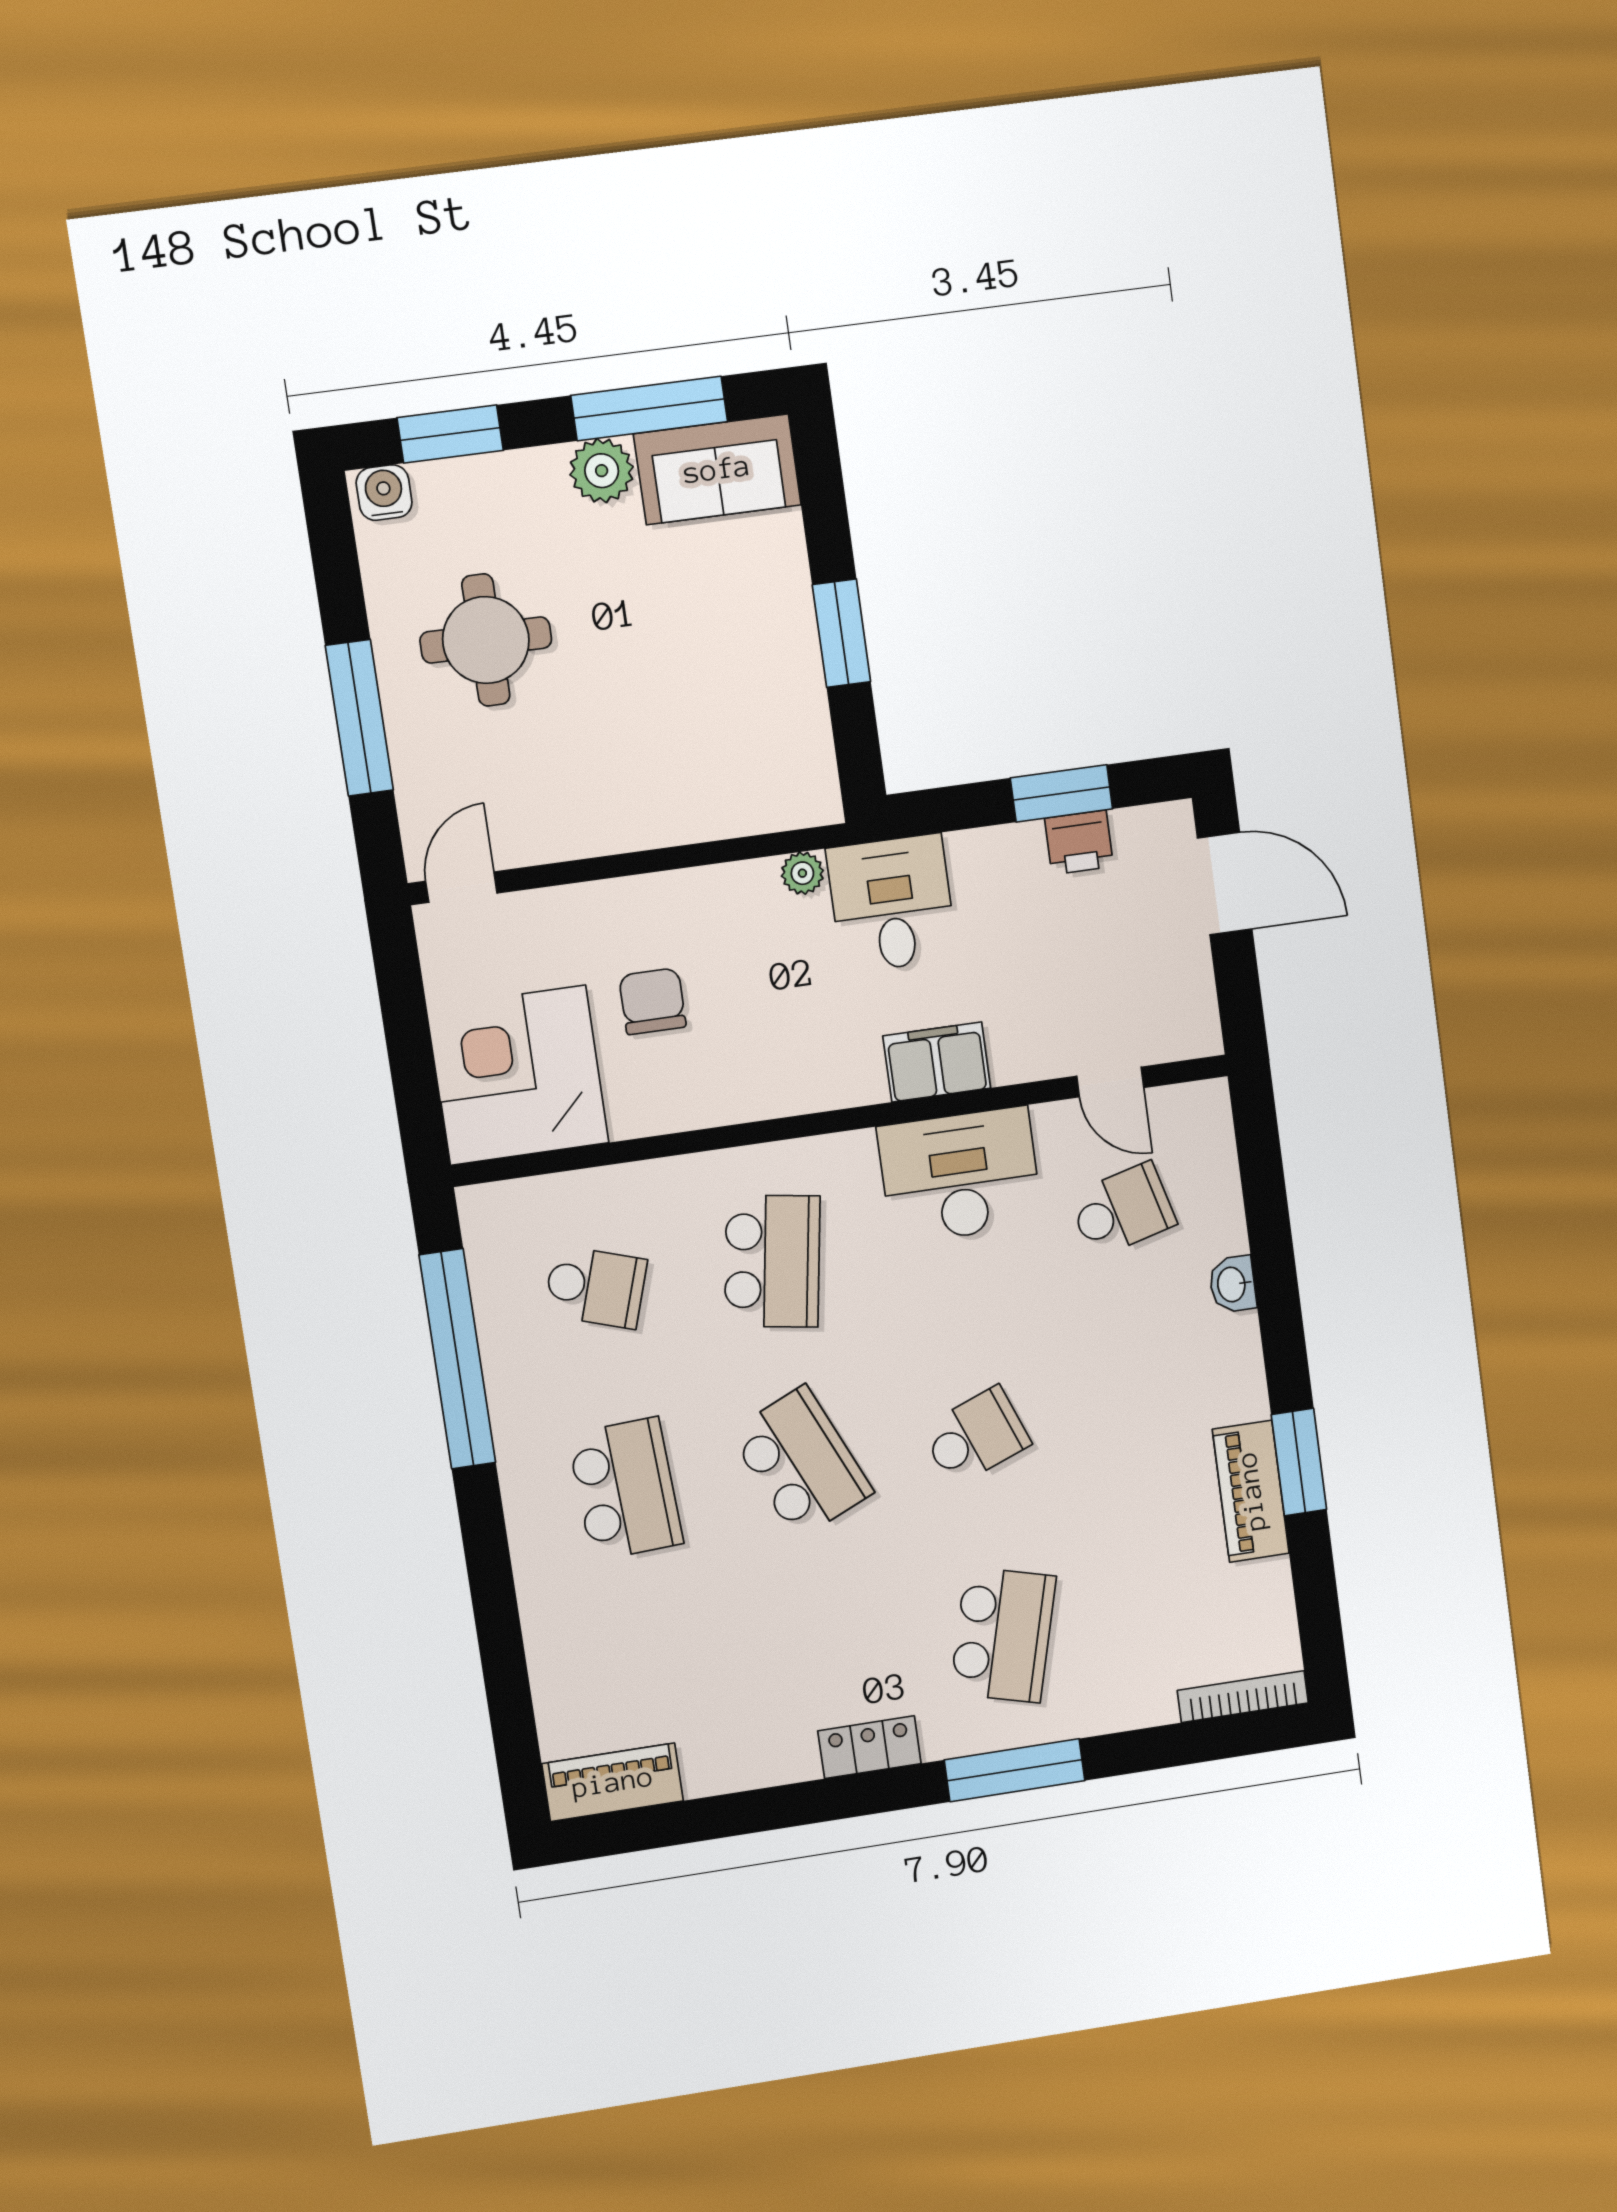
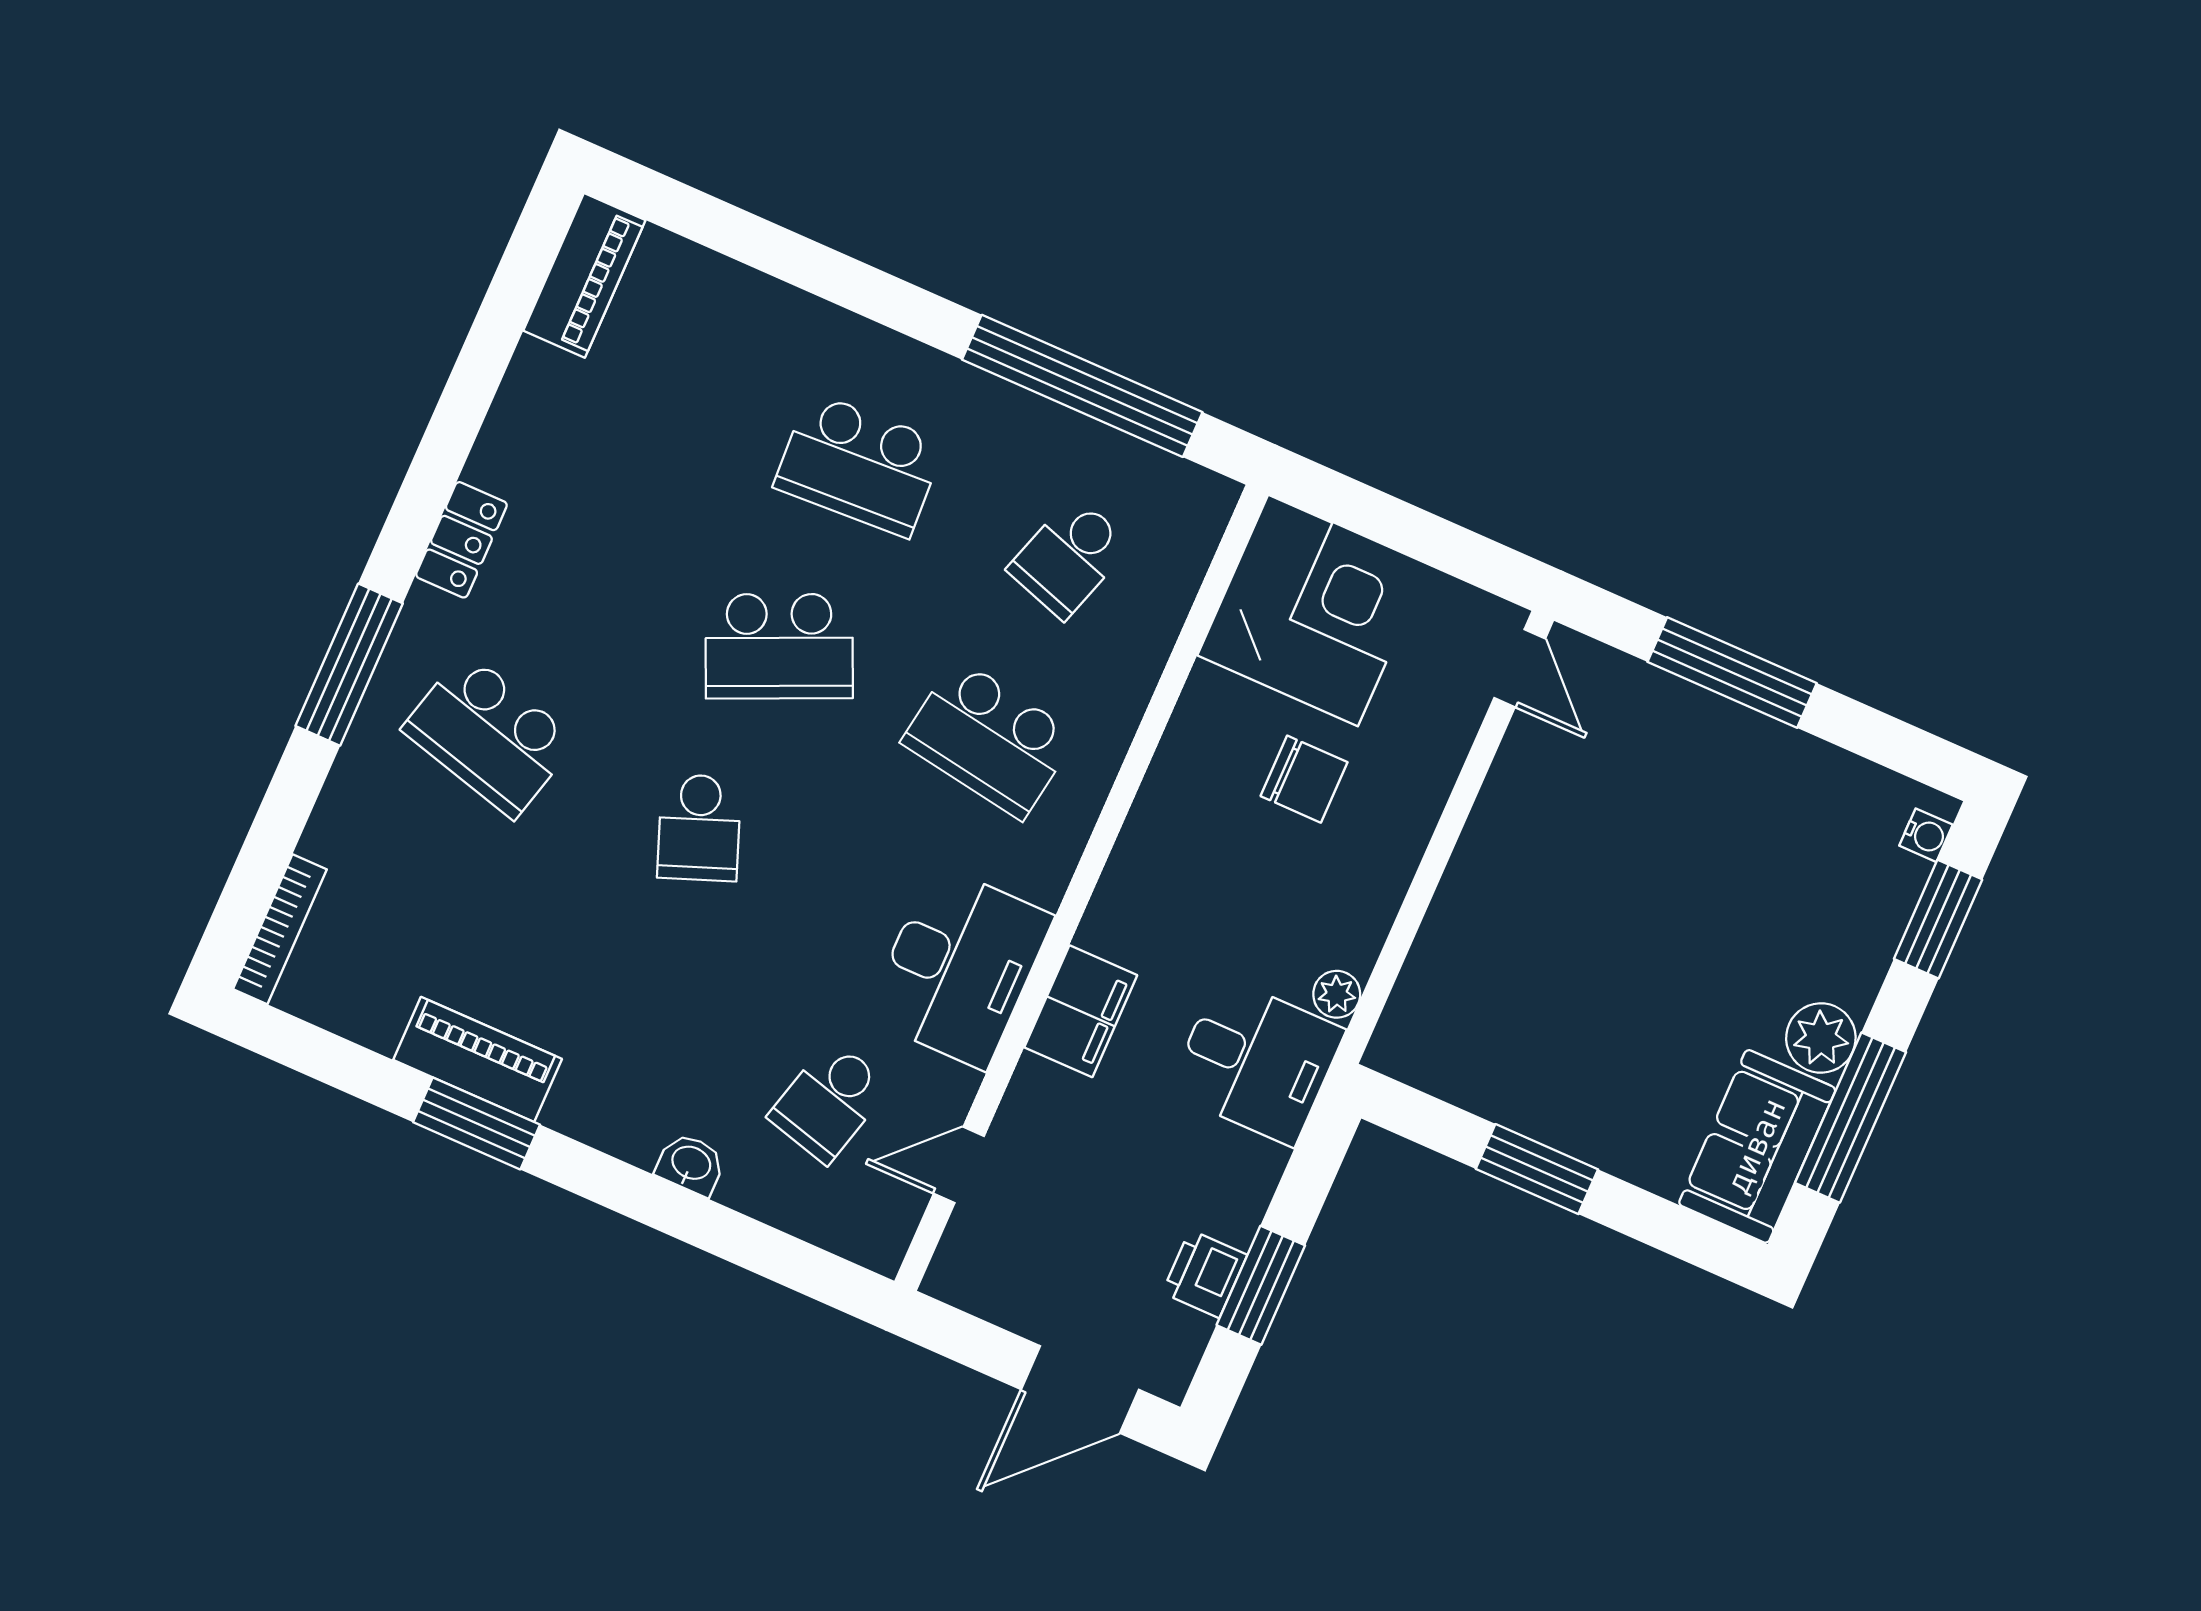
water cooler: (384, 493) -> (1926, 835), width x0.72, depth x0.72
round table: (486, 640) -> (1732, 834), removed
school desk: (1122, 1210) -> (829, 1102), turned 30

